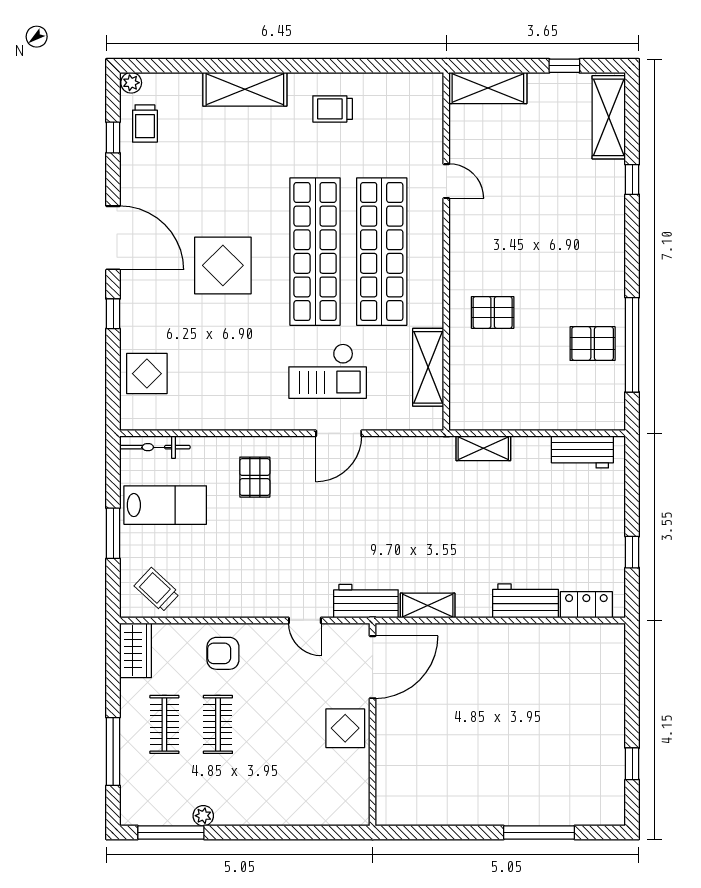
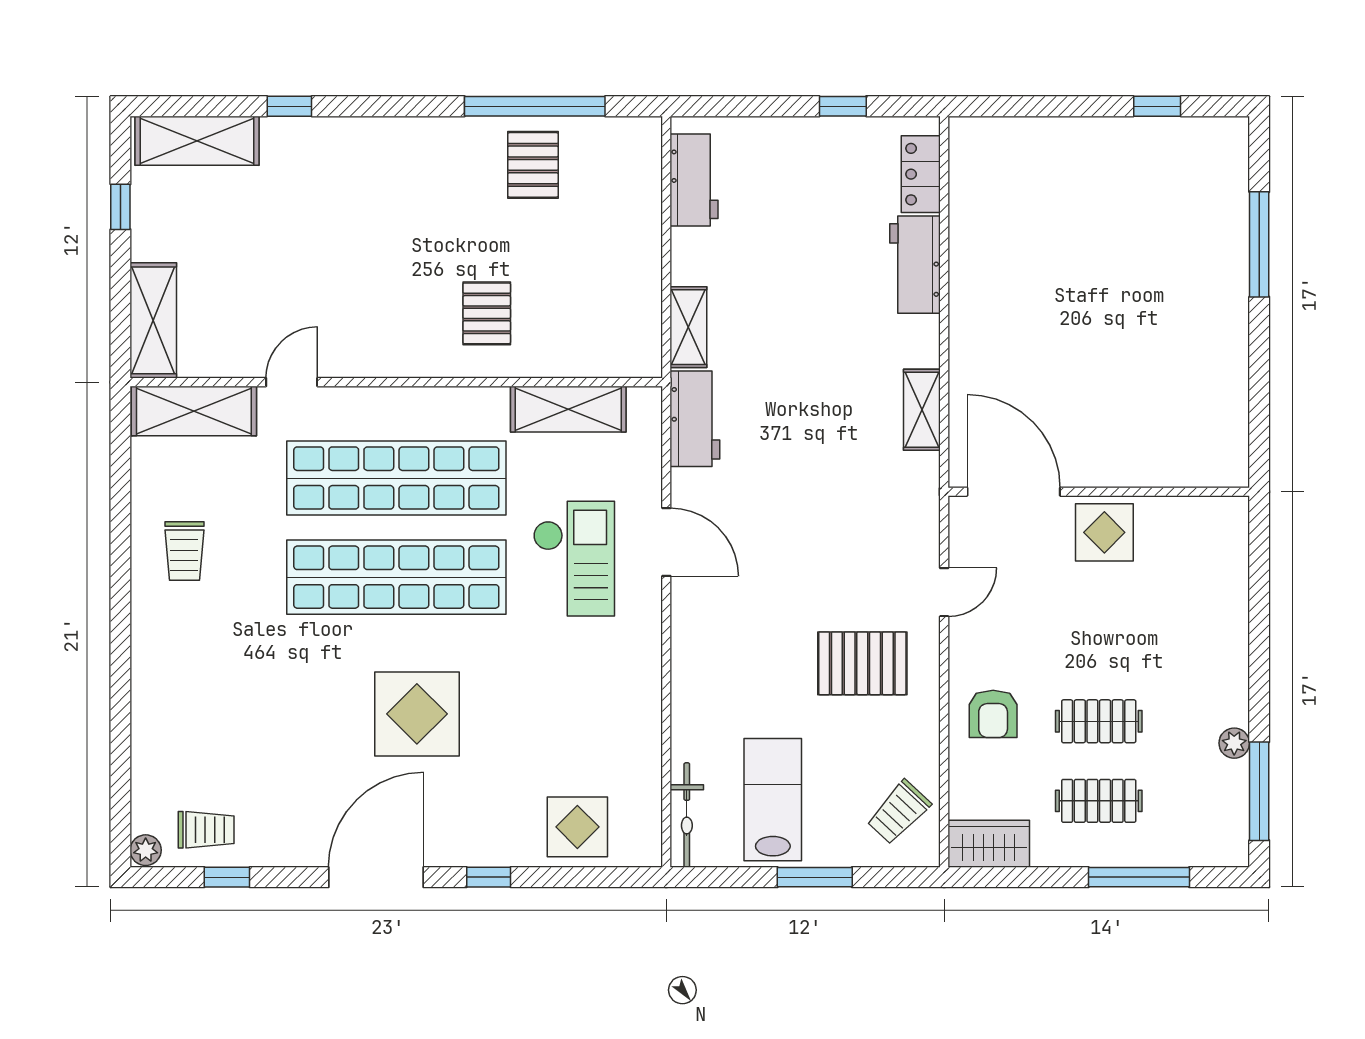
shelving: (245, 89) -> (194, 411), moved, turned 90
pallet: (255, 477) -> (862, 663), moved, width x1.50, depth x1.42
workbench: (366, 601) -> (695, 419), moved, turned 180

